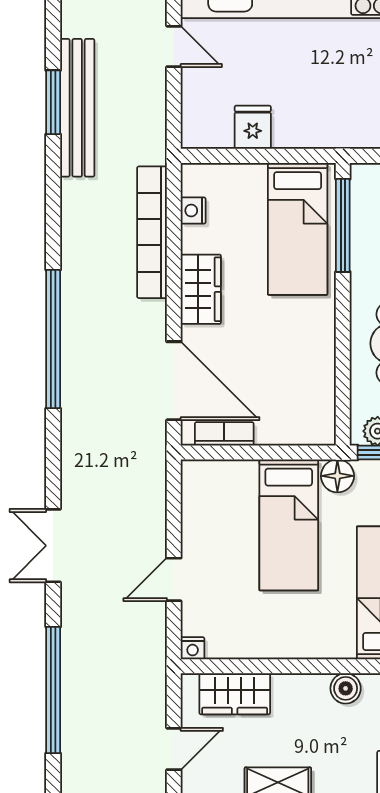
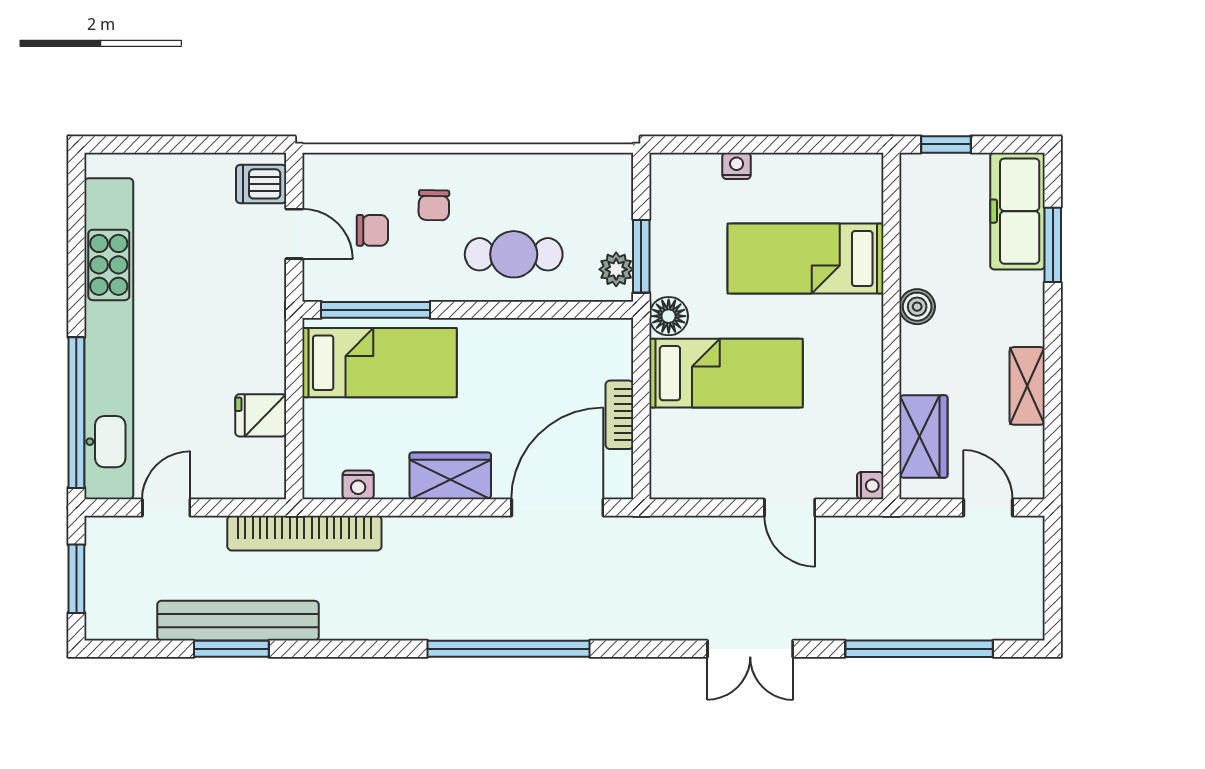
bookcase: (152, 232) -> (304, 533), moved
bookcase: (224, 434) -> (619, 415), moved

